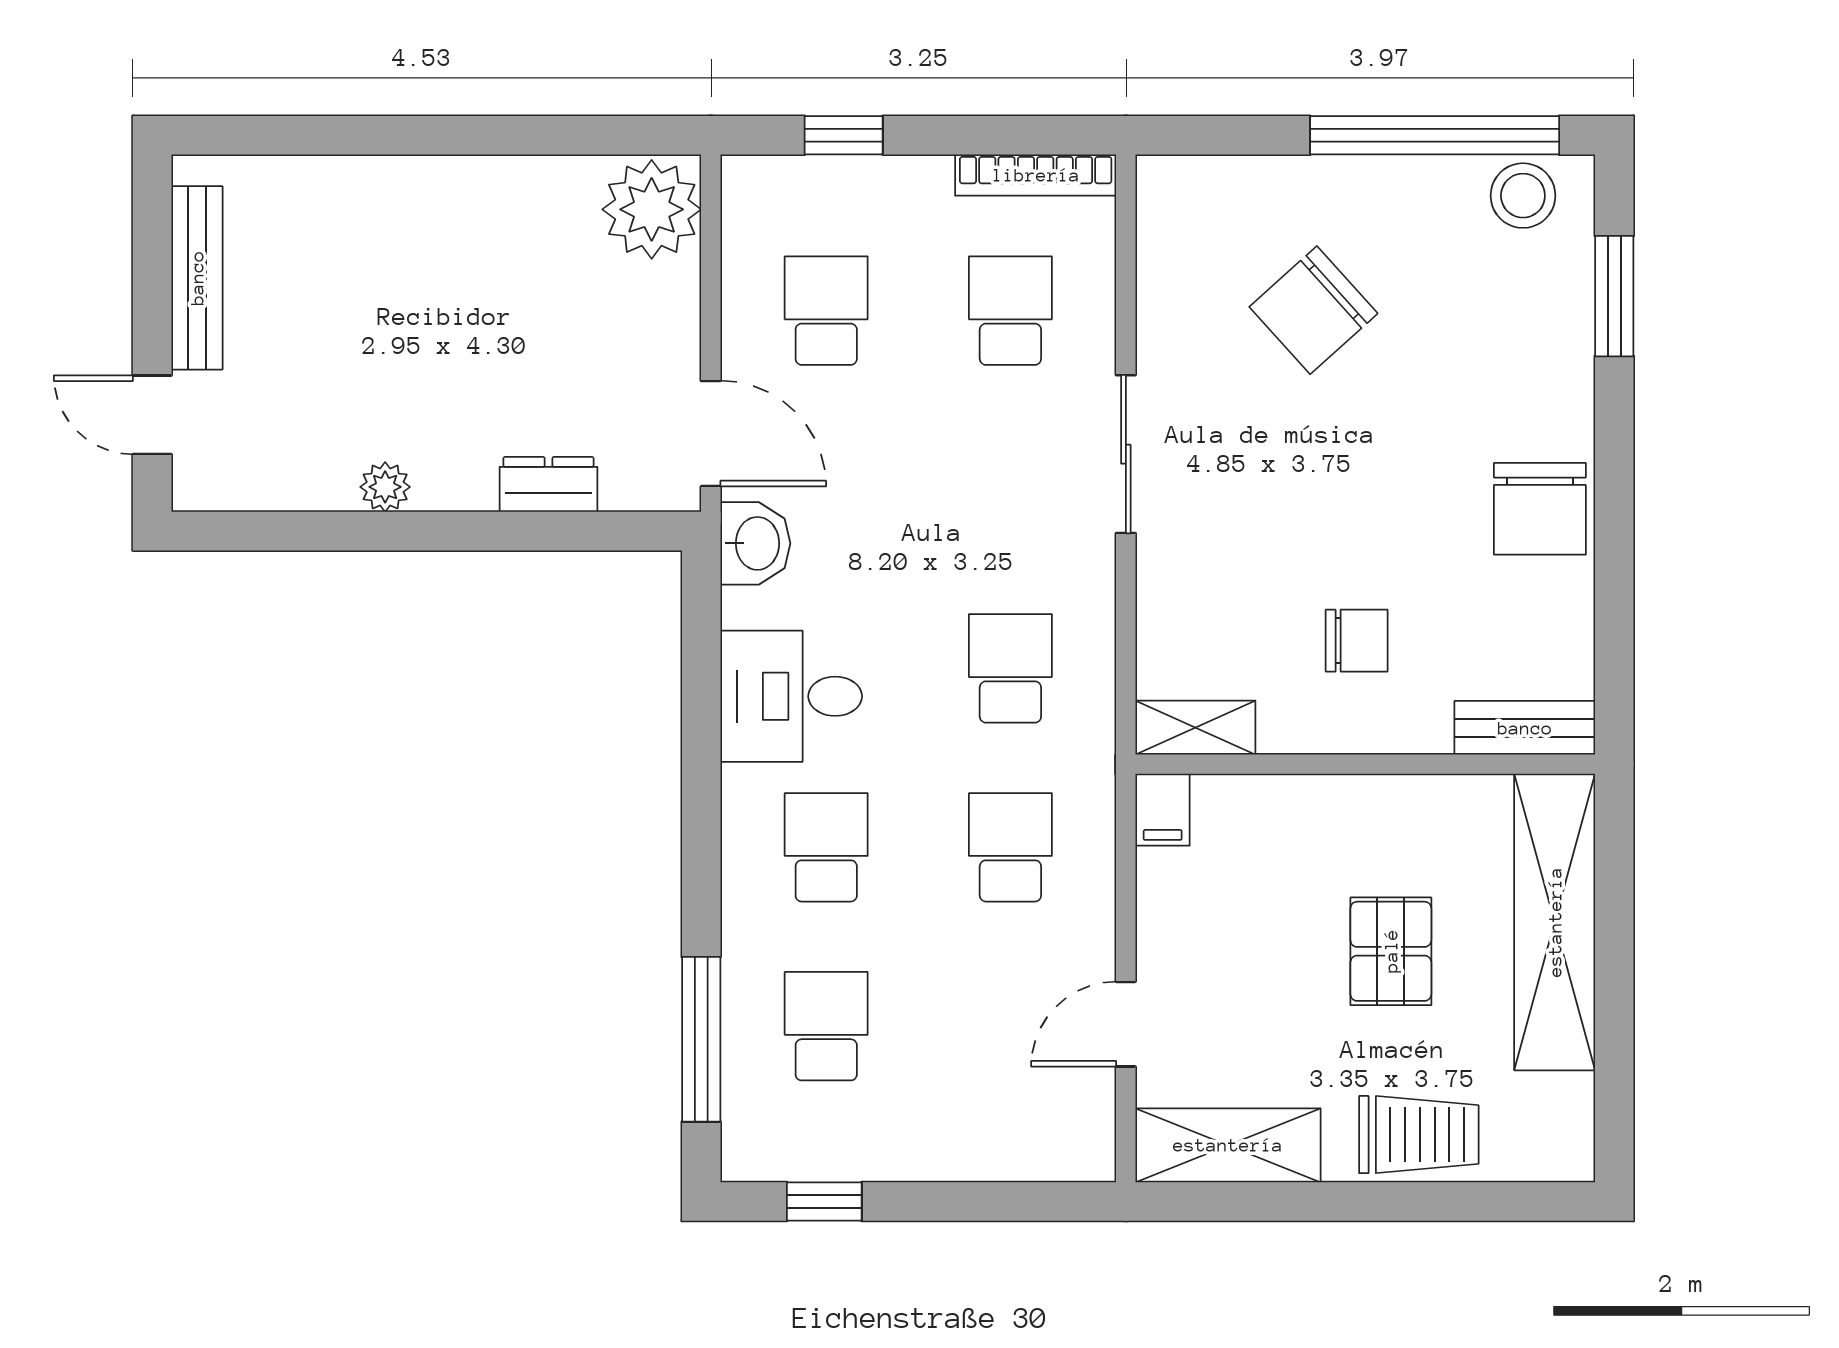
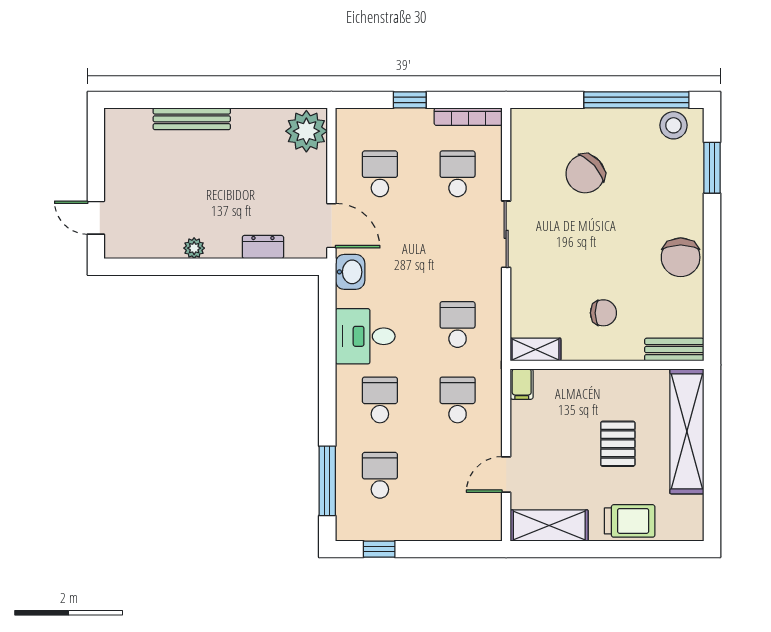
window: (844, 135) -> (410, 100), moved
bench: (197, 278) -> (192, 119), moved, turned 90

